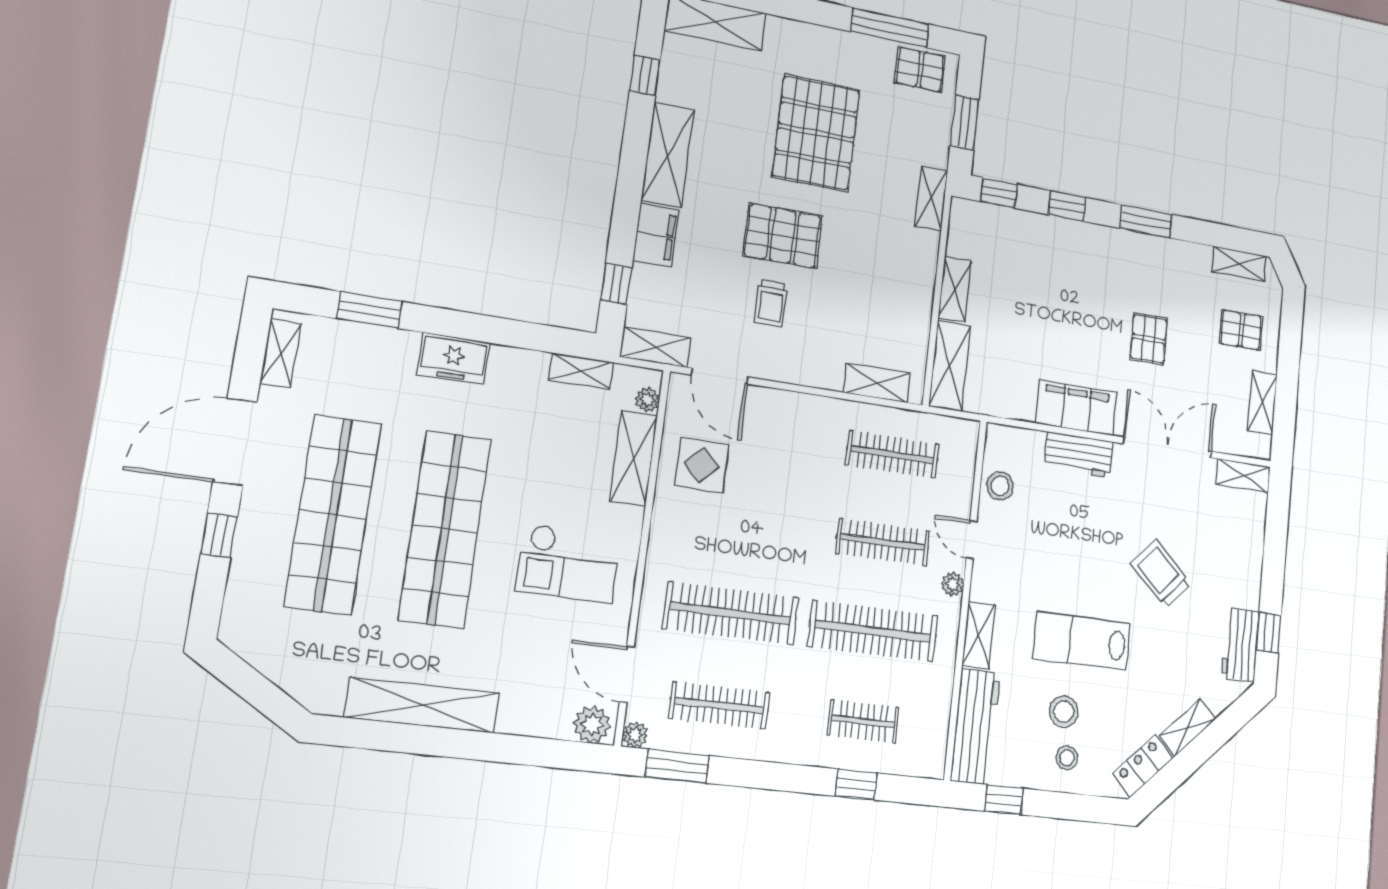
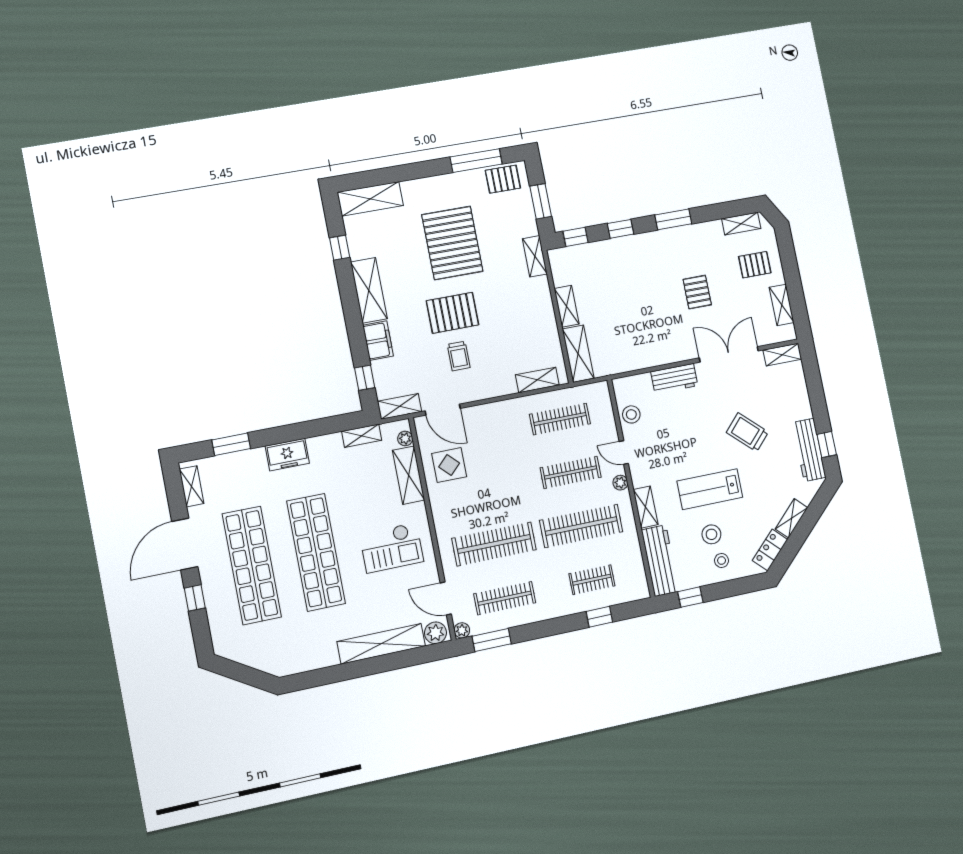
filing cabinet: (1076, 408) -> (664, 351), removed
workbench: (1241, 645) -> (809, 450), width x1.38
shelving: (422, 705) -> (381, 644), moved

